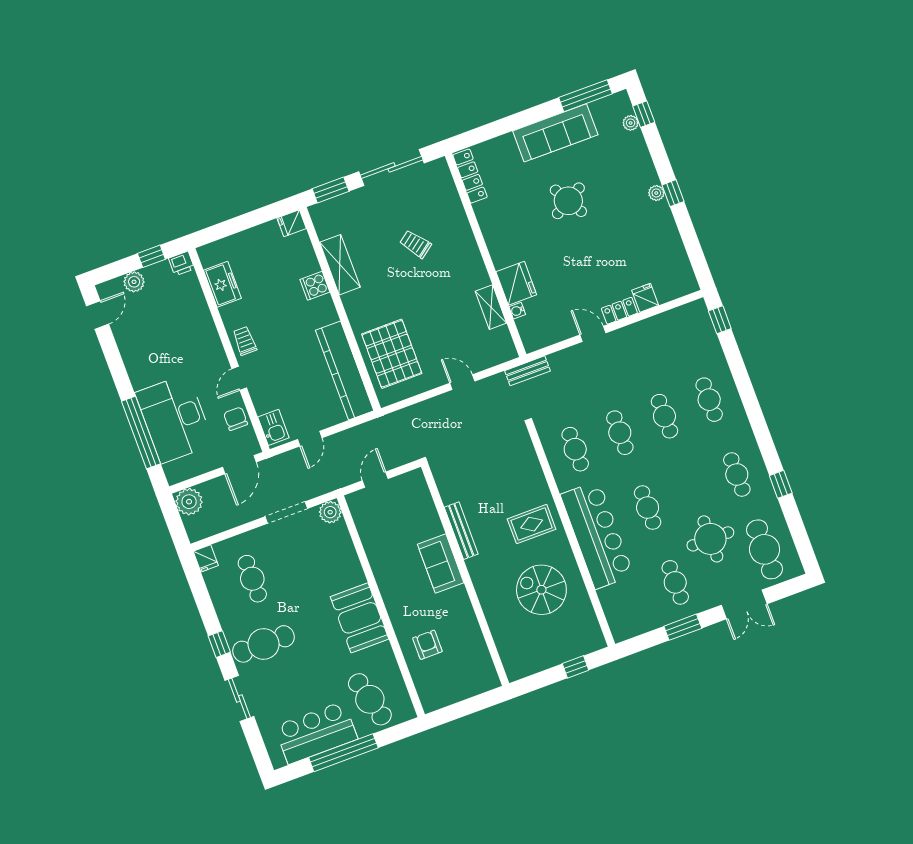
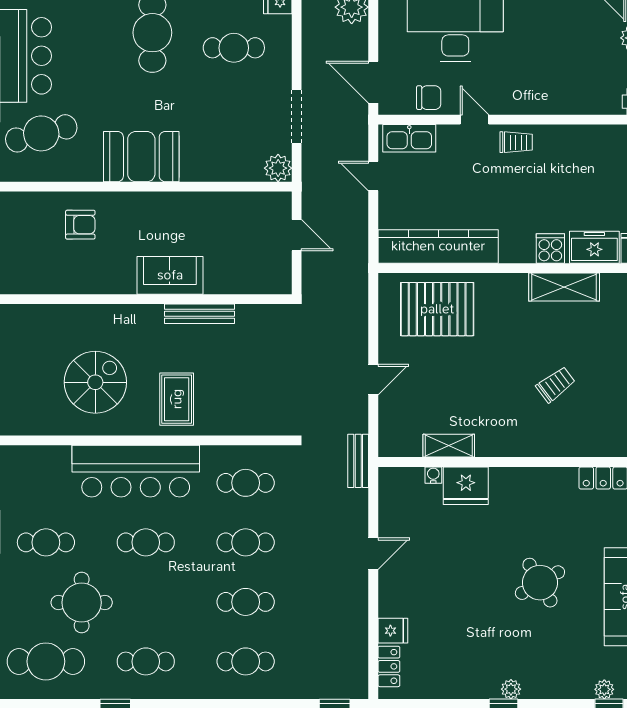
freezer: (222, 284) -> (594, 247), moved, turned 180
locker: (619, 311) -> (389, 666), moved
kitchen sink: (273, 427) -> (409, 138), width x1.38

